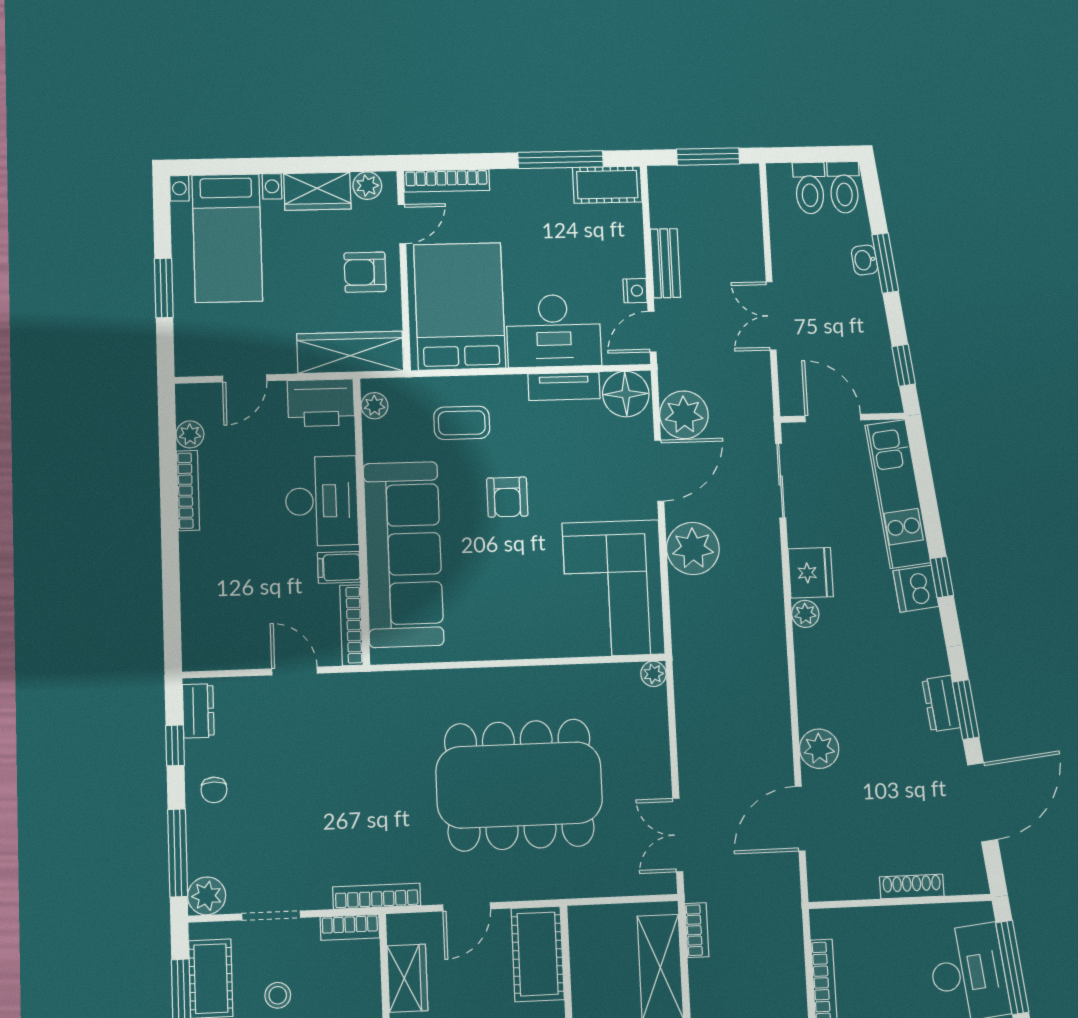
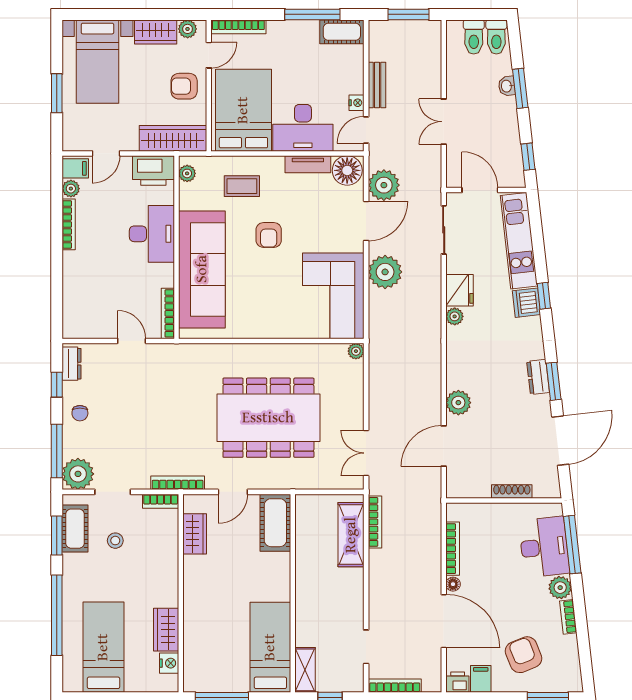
filing cabinet: (339, 567) -> (75, 168), moved, turned 180
plant: (207, 896) -> (78, 474), width x1.36, depth x1.36
bookcase: (697, 930) -> (375, 522), width x1.56

